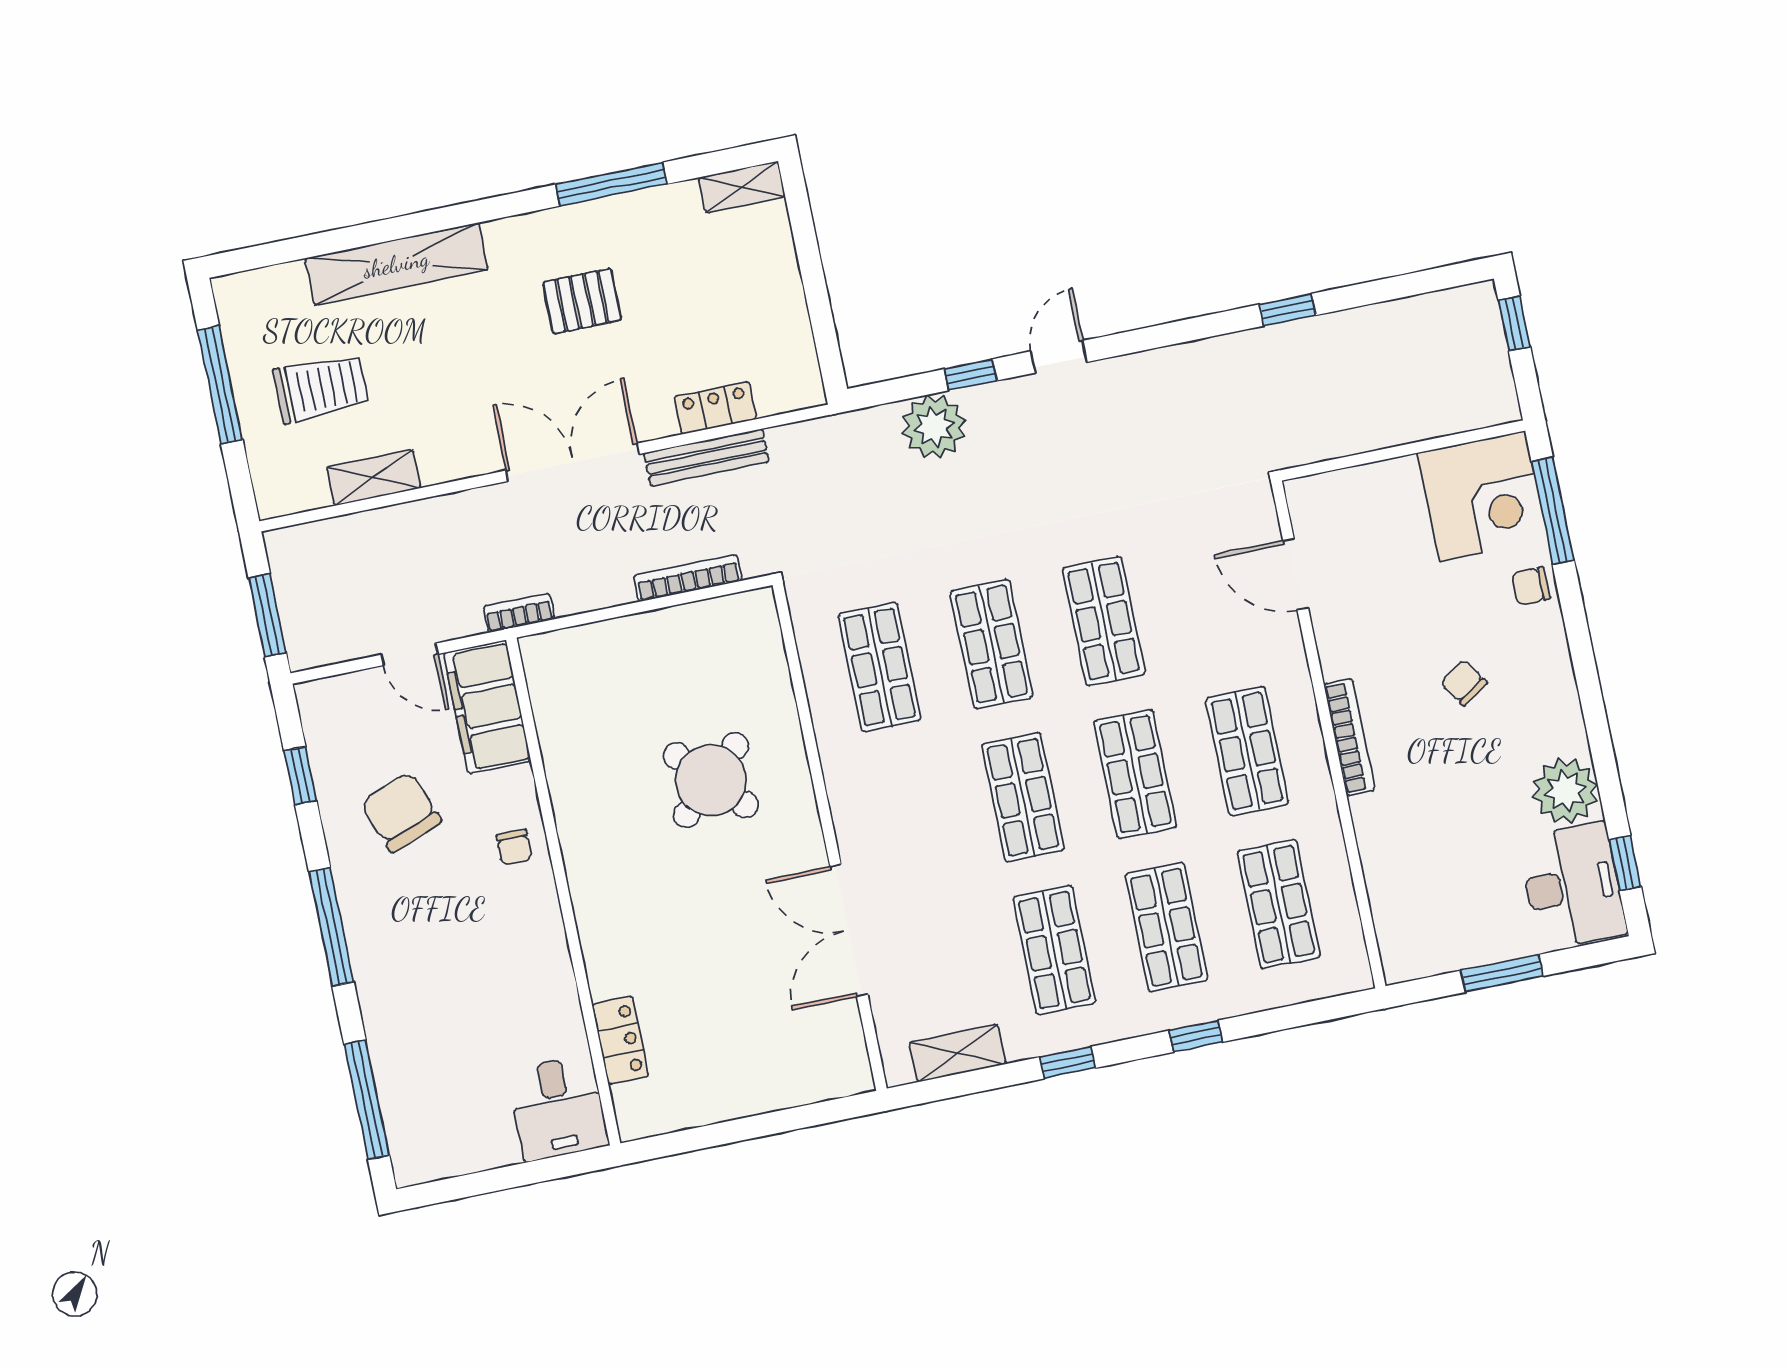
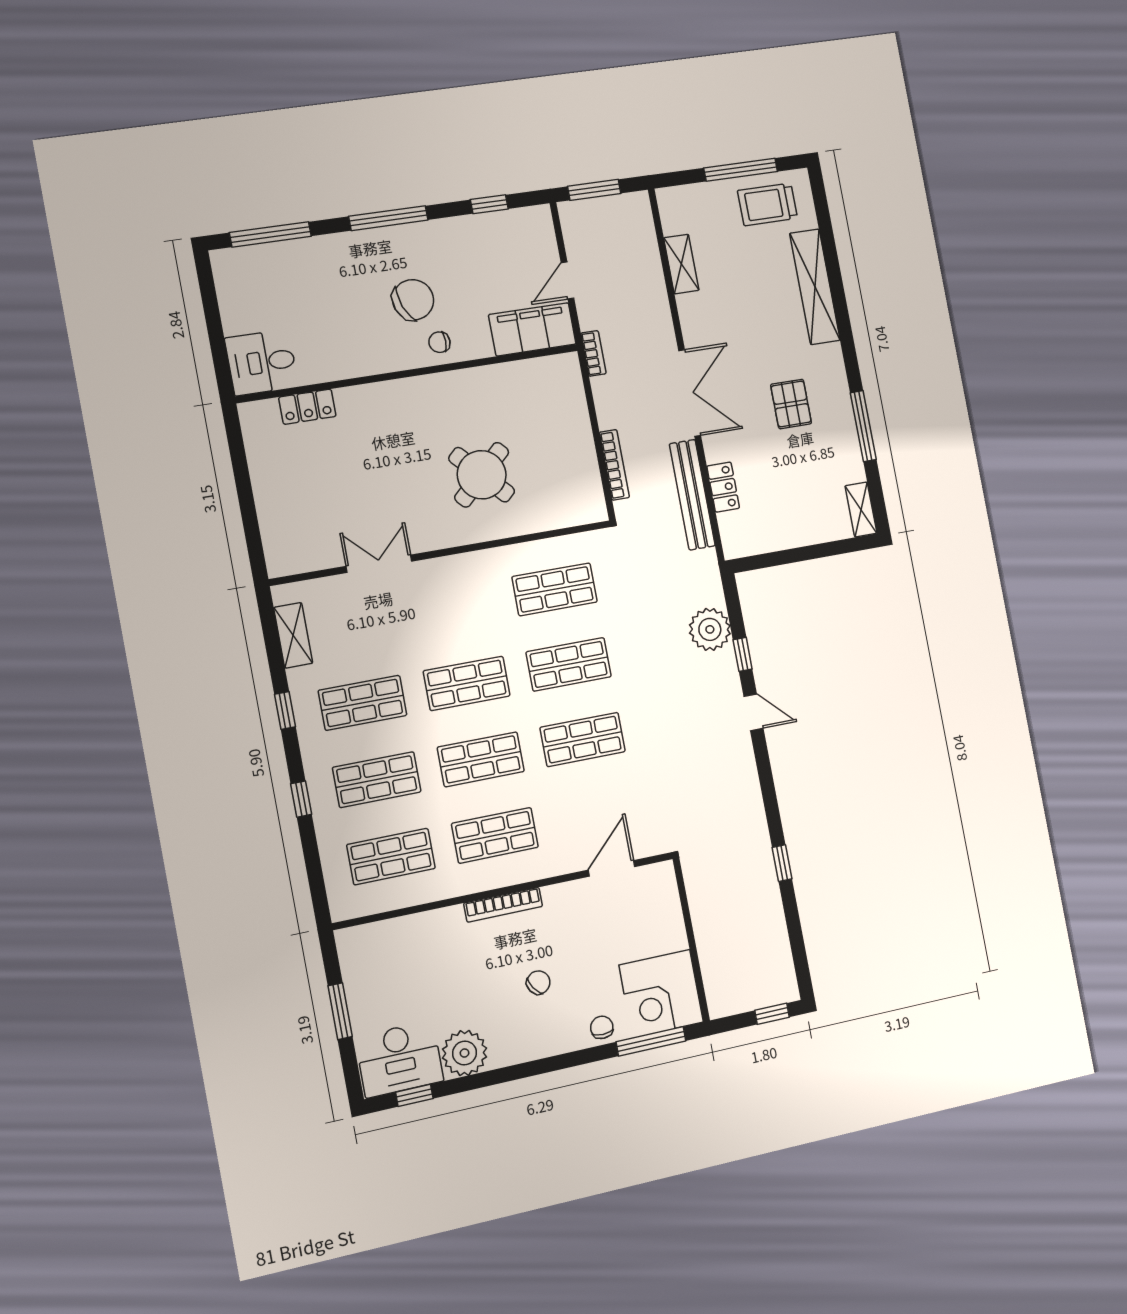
trolley: (321, 388) -> (768, 204), moved, turned 90
bench: (706, 457) -> (692, 495), width x1.37, depth x1.21
chair: (401, 812) -> (413, 300), moved
double door: (849, 930) -> (379, 564), width x0.73

